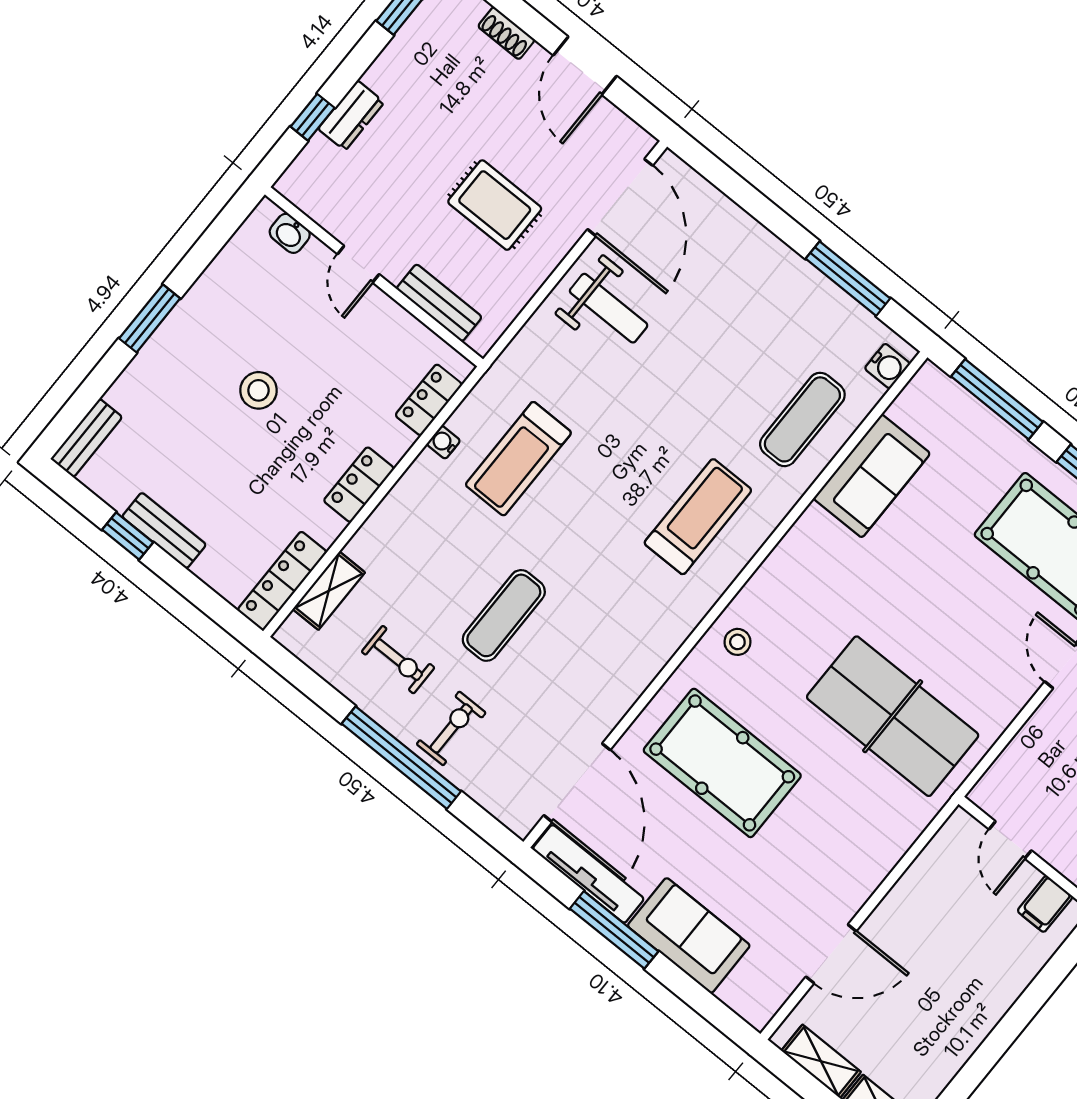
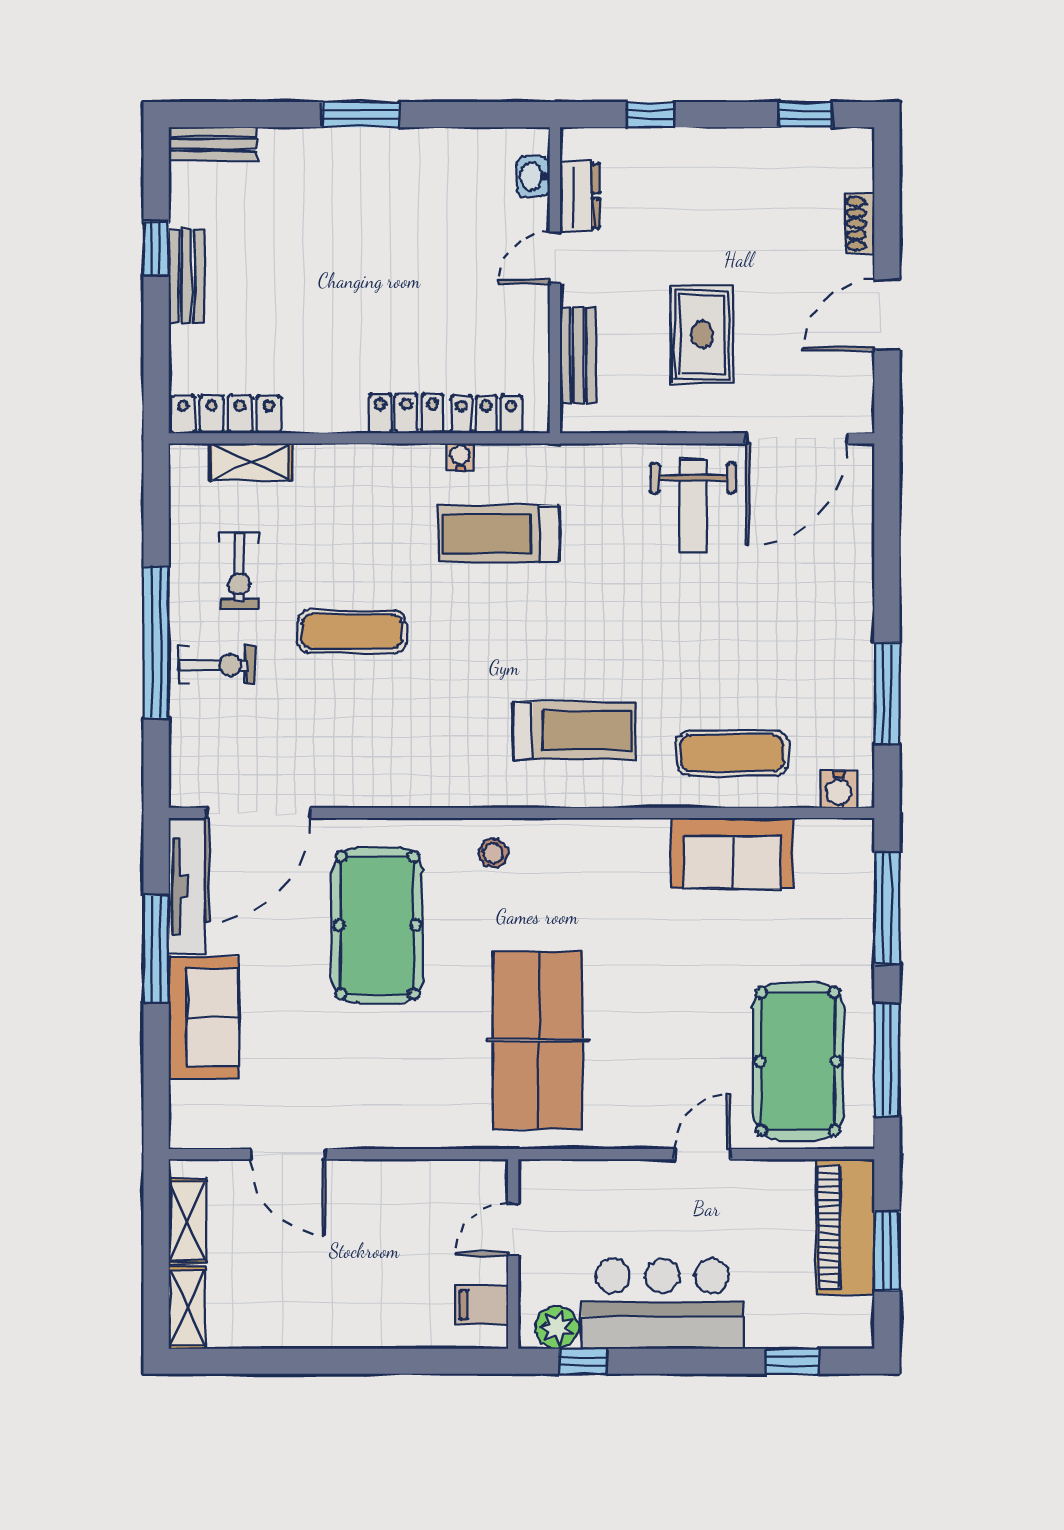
dresser: (351, 116) -> (580, 196), moved, turned -90
stool: (258, 390) -> (375, 260), removed
locker: (359, 485) -> (406, 413), moved

